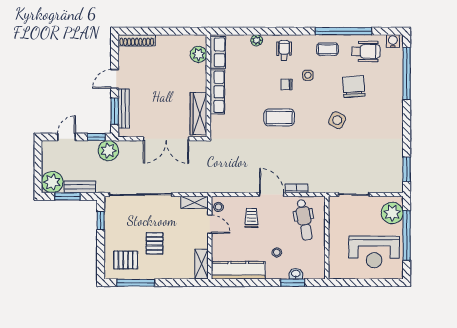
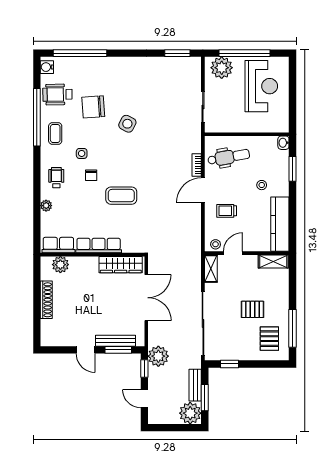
shoe rack: (137, 40) -> (46, 300), moved
wheelchair: (284, 50) -> (56, 178), turned 90
wheelchair: (366, 51) -> (57, 94), turned -91
coffee table: (279, 117) -> (121, 196), moved, turned 90
washbasin: (296, 274) -> (283, 143), moved

